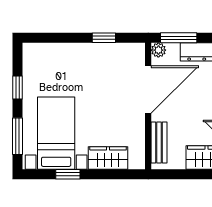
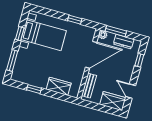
bed with nightstands: (56, 133) -> (44, 35), moved, turned 90

